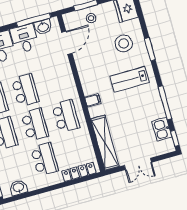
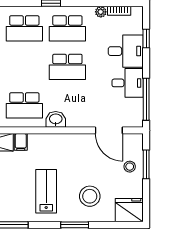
washbasin: (43, 27) -> (56, 119), moved, turned 90
filing cabinet: (93, 100) -> (21, 142), moved
school desk: (35, 125) -> (24, 67), removed

